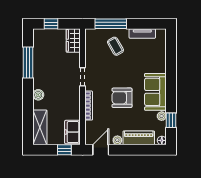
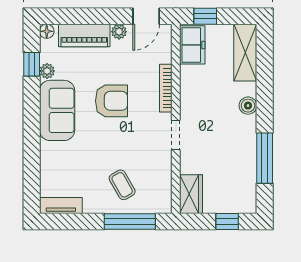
tv unit: (142, 33) -> (61, 205), moved

